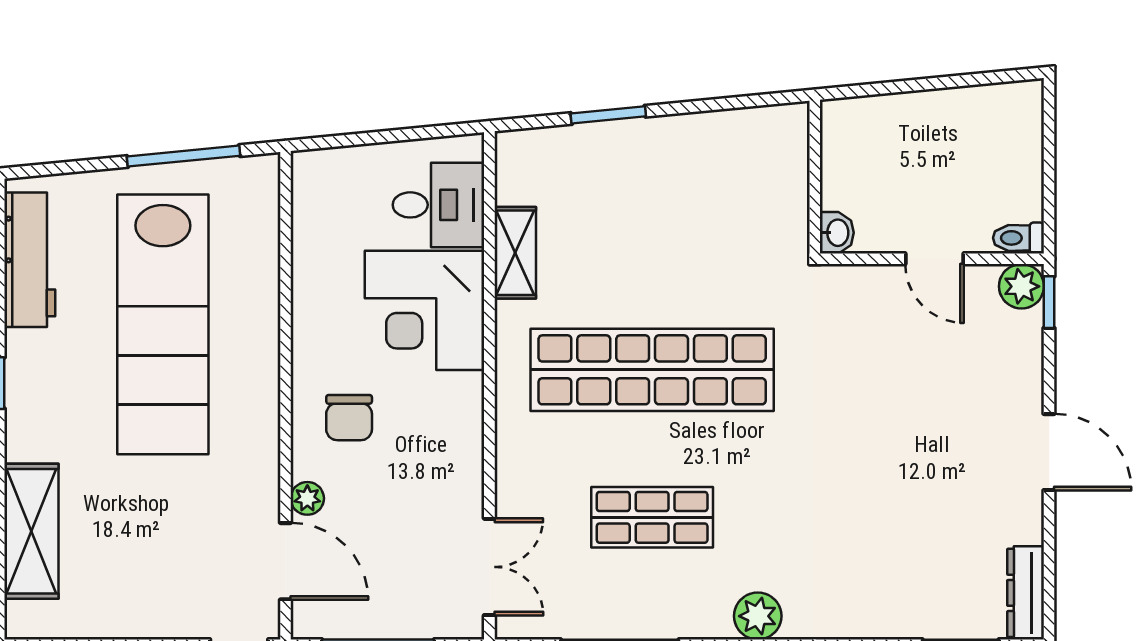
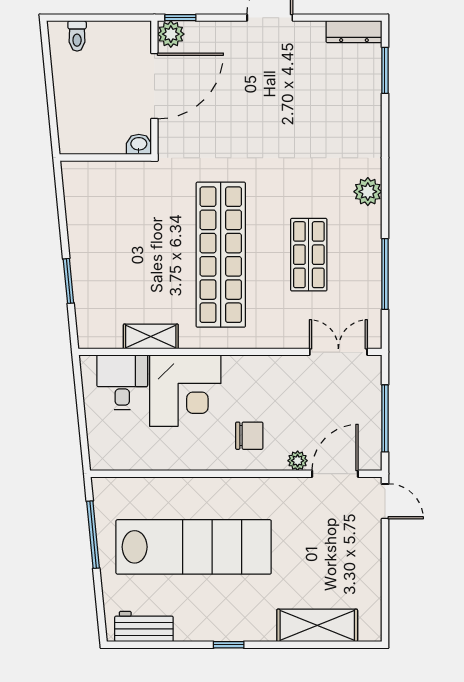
toilet: (1018, 238) -> (77, 36), moved
door: (935, 259) -> (154, 86), width x1.87
workbench: (30, 260) -> (144, 626), width x0.73

